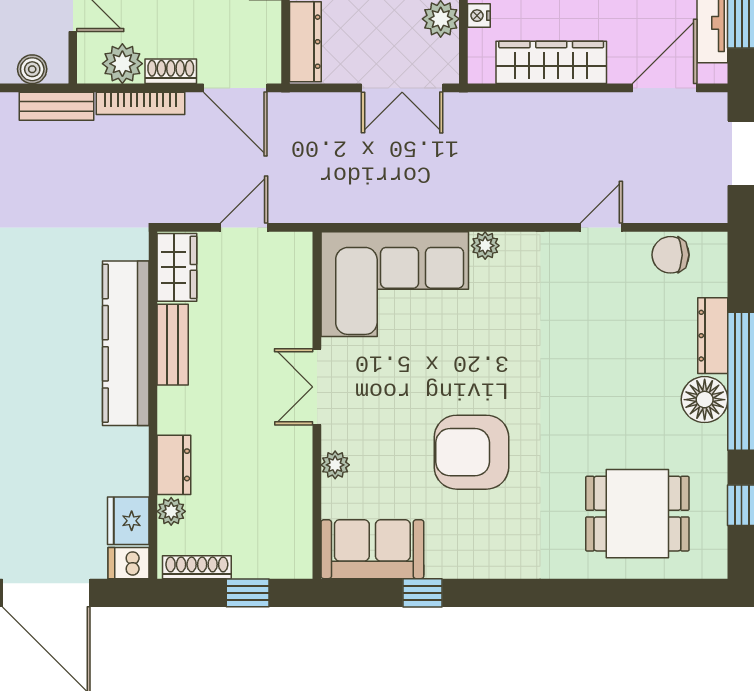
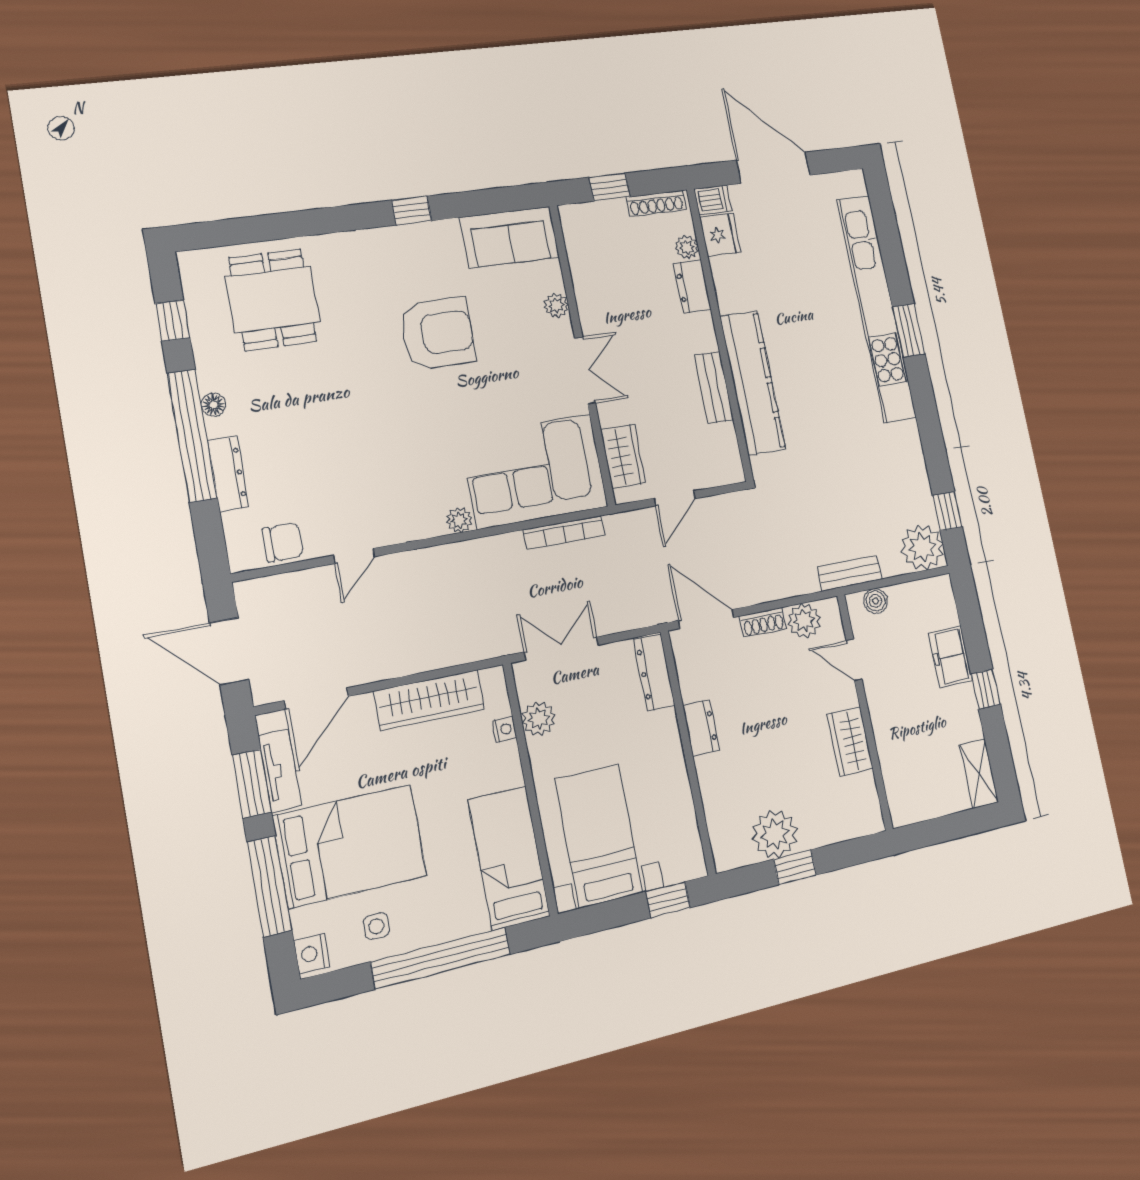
bookcase: (140, 103) -> (564, 532), moved, turned 180
wardrobe: (177, 267) -> (623, 456), moved, turned 180
floor lamp: (705, 400) -> (214, 405), width x0.53, depth x0.53
dining table: (637, 514) -> (273, 300), turned 90
window: (423, 593) -> (411, 211), moved

